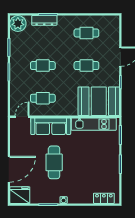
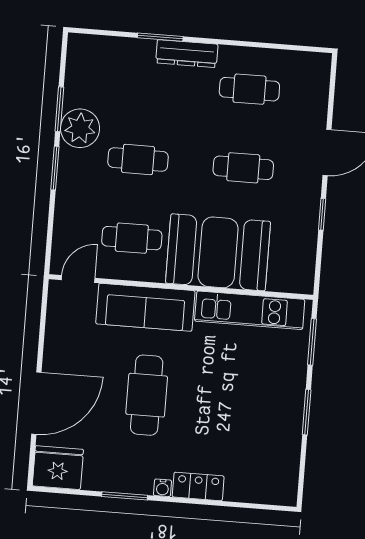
dresser: (44, 20) -> (187, 54), moved
plant: (18, 24) -> (80, 128), moved
booth: (99, 101) -> (218, 252), moved
locker: (104, 198) -> (198, 486), moved

